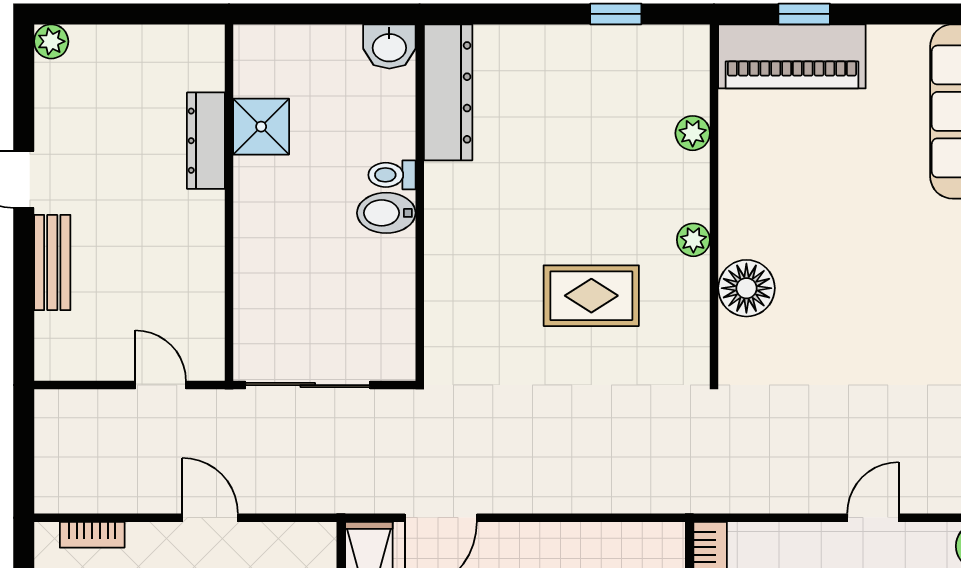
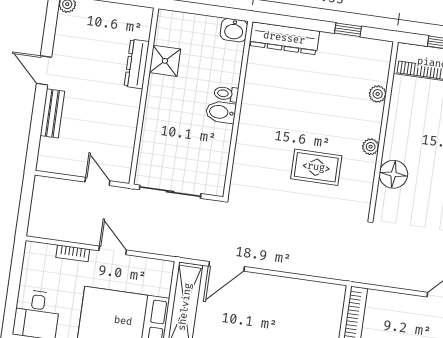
dresser: (448, 92) -> (284, 38), moved, turned 90
bookcase: (92, 535) -> (73, 253), moved

